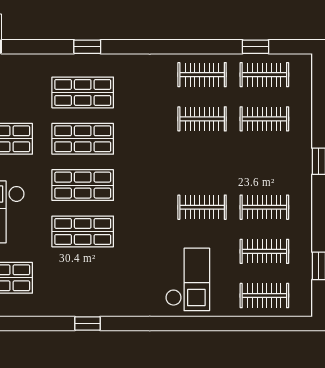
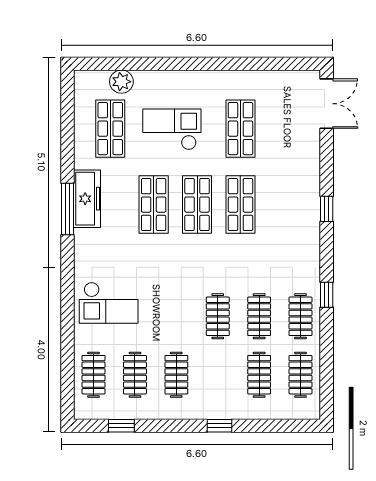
window: (255, 47) -> (327, 295), moved
shop shelf: (83, 92) -> (284, 205), removed
clothes rail: (202, 207) -> (218, 316), moved
freezer: (77, 303) -> (87, 199), added
window: (88, 323) -> (67, 209), width x2.17

